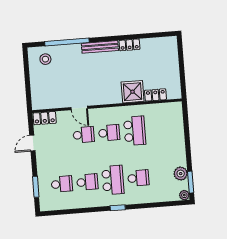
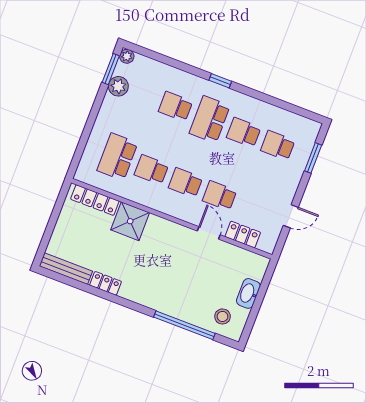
bench: (100, 47) -> (66, 269), moved
washbasin: (36, 81) -> (248, 293), added
locker: (155, 95) -> (95, 200), width x1.53
locker: (45, 118) -> (243, 234), moved
school desk: (160, 129) -> (117, 157), added
school desk: (135, 131) -> (151, 170), width x0.54

